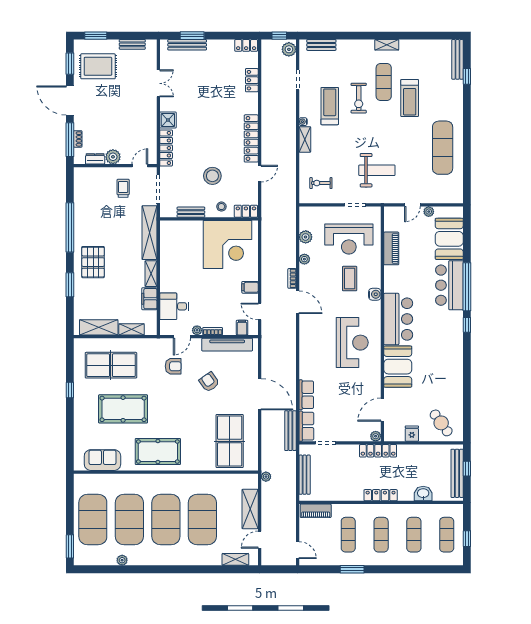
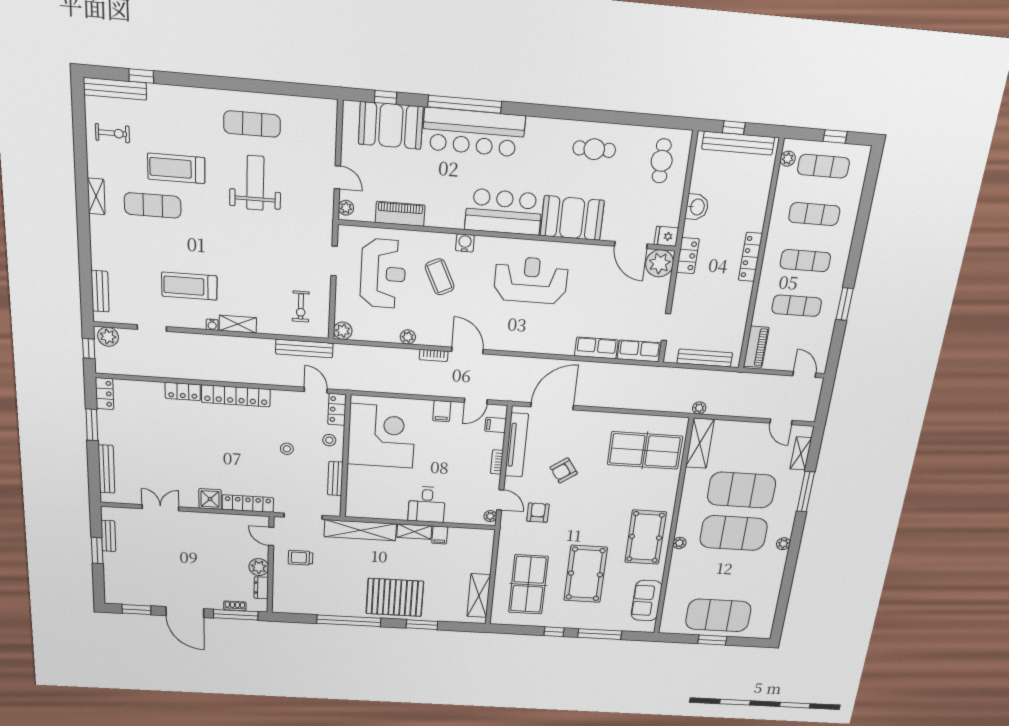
window: (96, 36) -> (97, 550), moved
window: (192, 36) -> (92, 425), moved
rug: (98, 66) -> (139, 578), removed
locker: (252, 80) -> (183, 391), moved
exercise bike: (359, 98) -> (112, 133), moved, width x0.73, depth x0.72
treadmill: (410, 98) -> (176, 168), turned 180
door: (70, 101) -> (185, 612), hinge flipped
exercise mat: (443, 148) -> (252, 124), width x0.73, depth x0.69
weight bench: (377, 170) -> (255, 183), moved
door: (260, 174) -> (316, 390), moved
stool: (212, 176) -> (287, 449), width x0.53, depth x0.53
plant: (429, 212) -> (346, 208), moved
plant: (306, 237) -> (343, 331), moved
pallet: (93, 262) -> (395, 597), width x1.37, depth x1.41
coffee table: (350, 279) -> (440, 277), turned 64
bar counter: (449, 285) -> (474, 132), width x1.36
filing cabinet: (149, 299) -> (440, 535), width x0.50
door: (298, 302) -> (467, 350), hinge flipped
desk: (174, 306) -> (427, 504), moved
window: (467, 325) -> (386, 97), moved
shelving: (132, 329) -> (485, 558), removed
plant: (197, 330) -> (490, 516), moved
cafe table: (445, 376) -> (594, 149), added
door: (260, 394) -> (552, 406), moved
cafe table: (441, 423) -> (662, 161), turned -54
window: (70, 427) -> (600, 634), added
bench: (290, 431) -> (304, 348), moved
fridge: (412, 434) -> (666, 236), moved
plant: (376, 436) -> (660, 263), width x1.88, depth x1.88
locker: (378, 451) -> (688, 256), width x0.66
plant: (155, 479) -> (679, 543), added
washbasin: (423, 494) -> (697, 207), moved, turned 180
shelving: (250, 509) -> (700, 443), moved, turned 90
plant: (450, 509) -> (788, 159), added
exercise mat: (129, 520) -> (726, 575), removed
window: (70, 546) -> (712, 640), moved
door: (298, 550) -> (804, 374), hinge flipped
plant: (122, 560) -> (783, 544), moved
window: (204, 569) -> (806, 492), added

